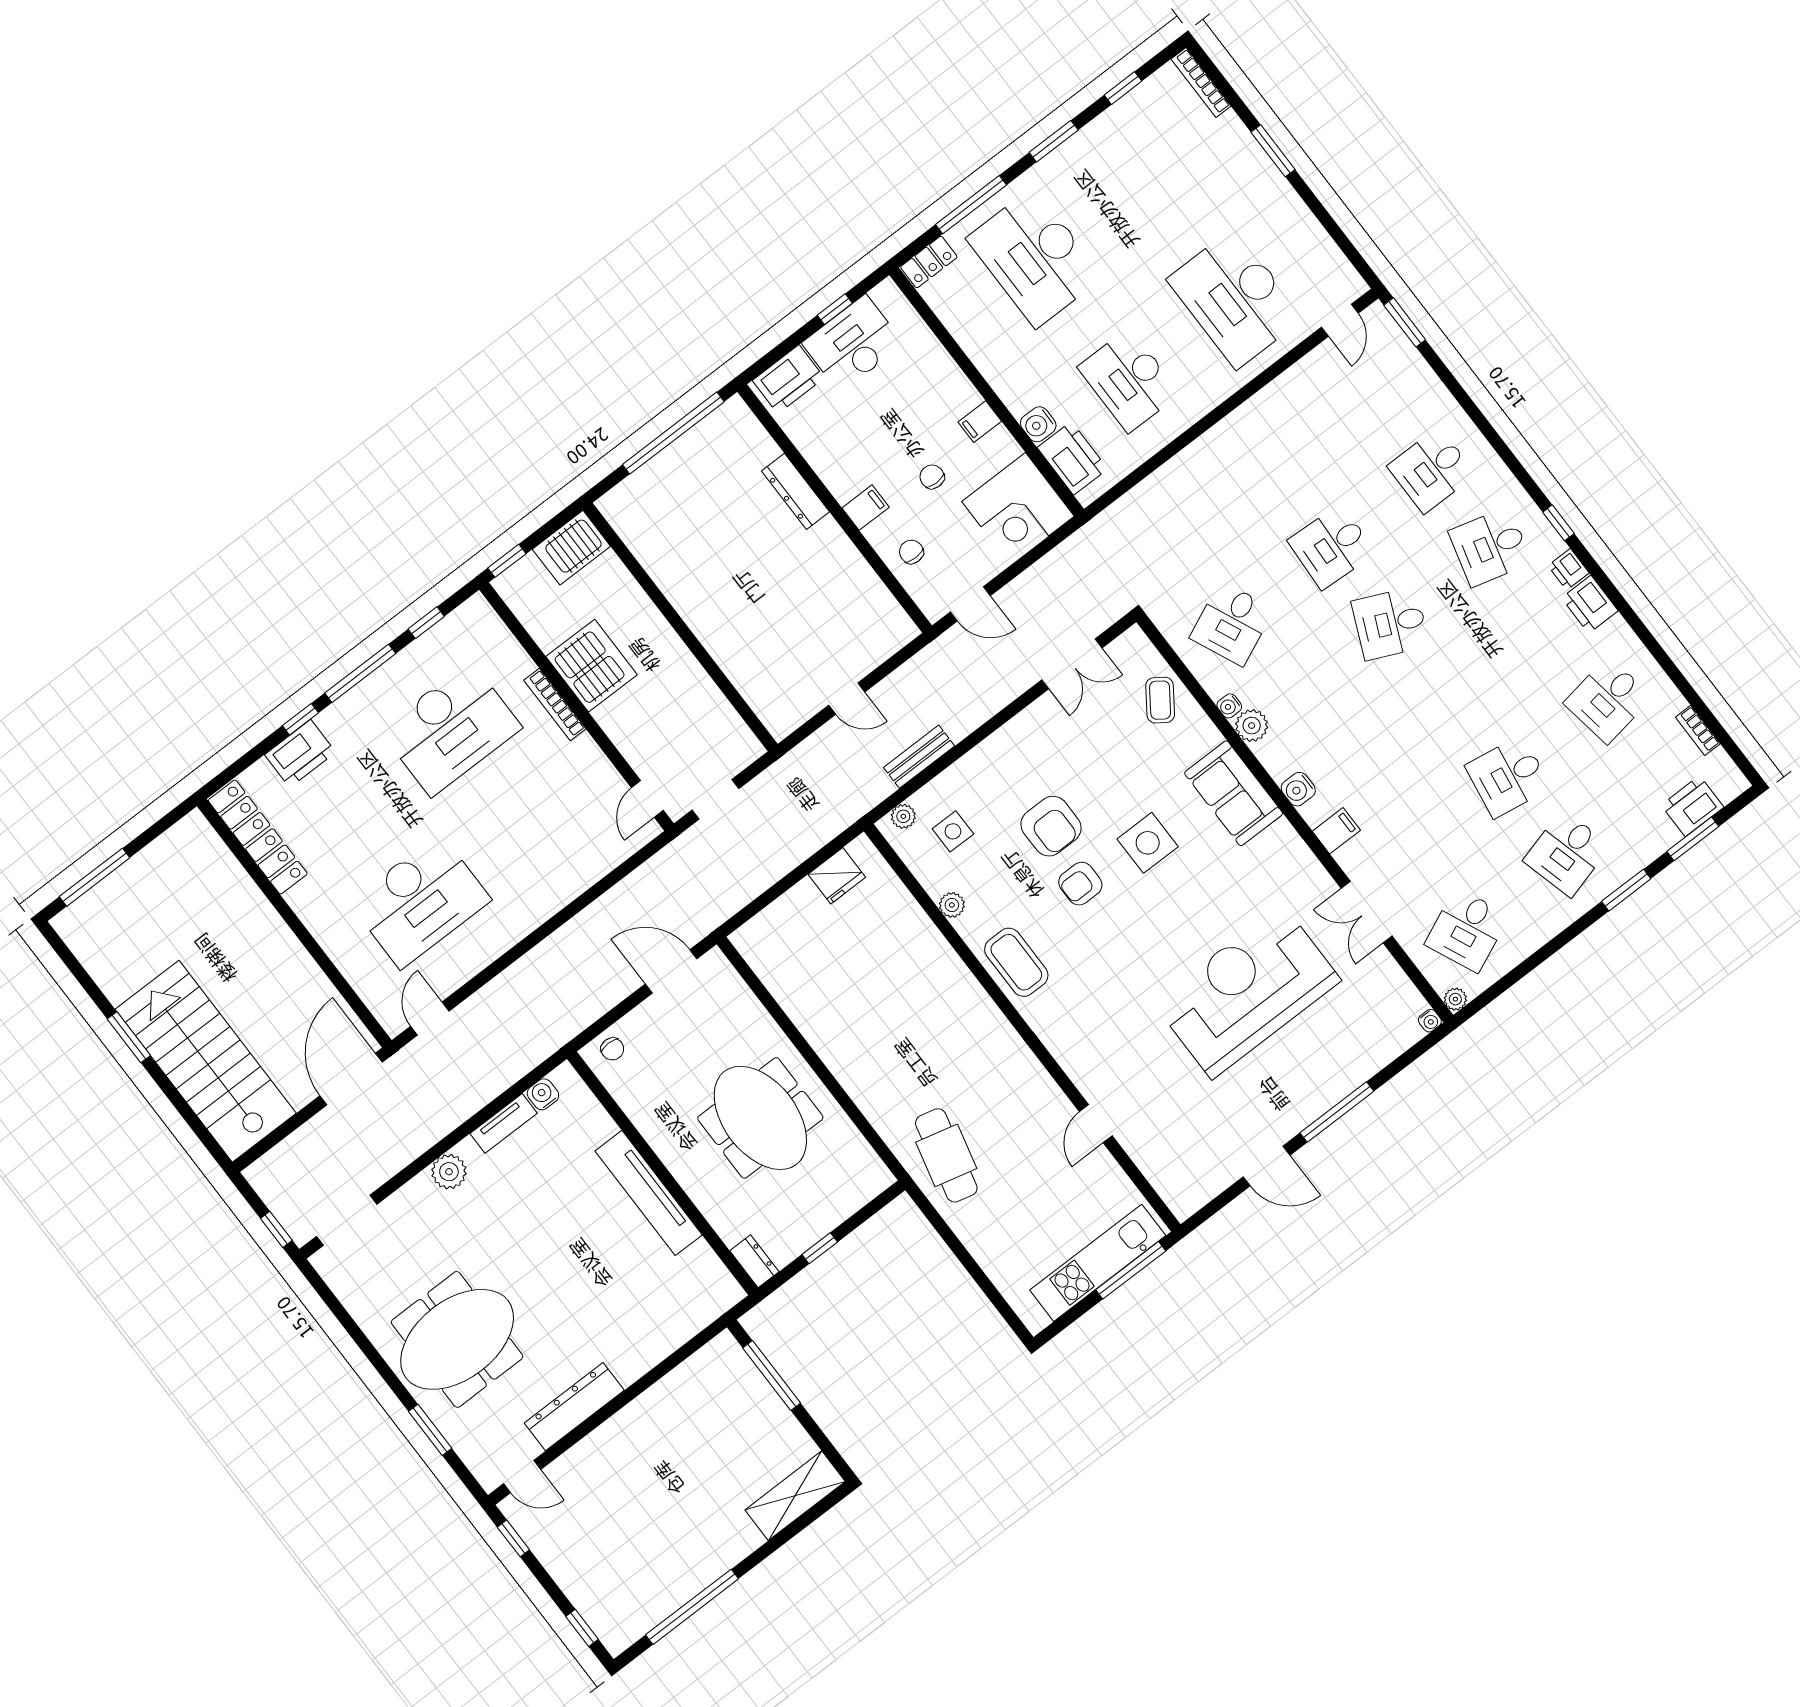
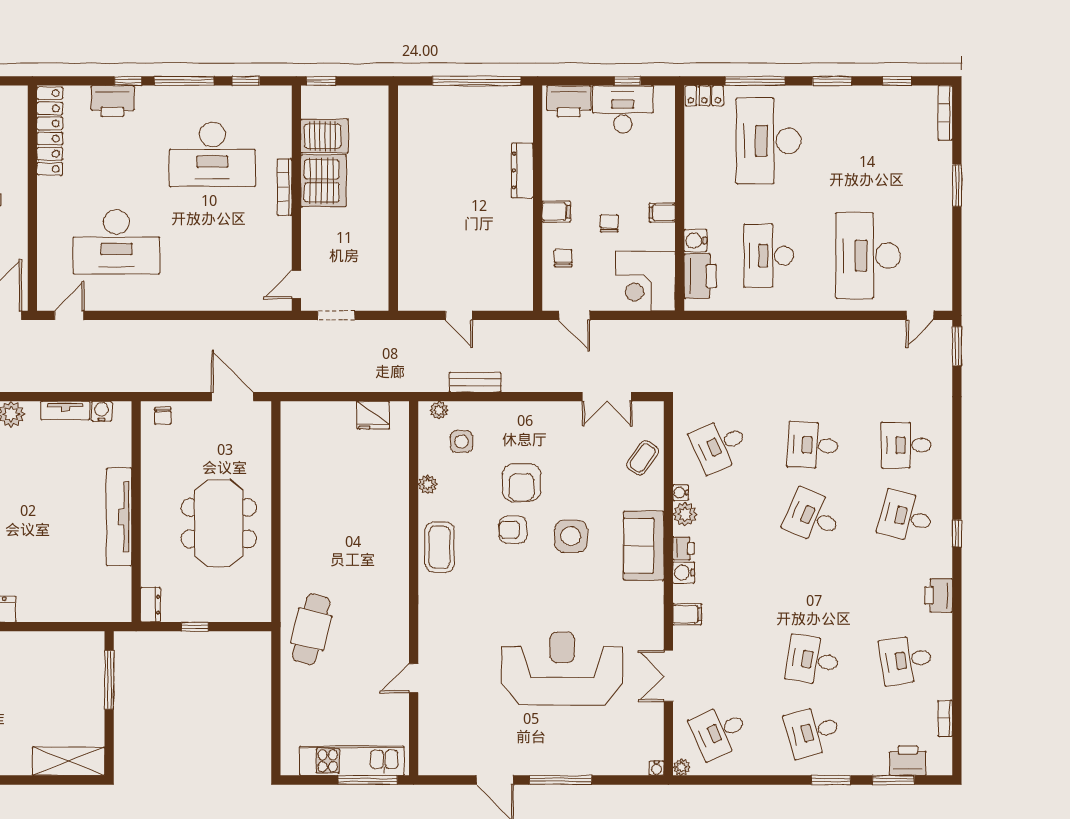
server rack: (571, 548) -> (324, 136), moved, turned 180
printer: (1568, 569) -> (683, 548), moved, turned 180

